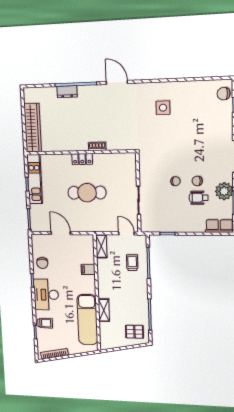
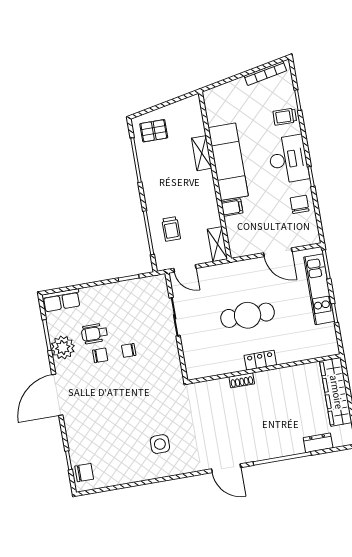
dresser: (67, 92) -> (318, 443), moved
kitchen unit: (35, 179) -> (319, 289), moved
wheelchair: (199, 198) -> (94, 333), turned 180
exam couch: (87, 320) -> (228, 162), moved

